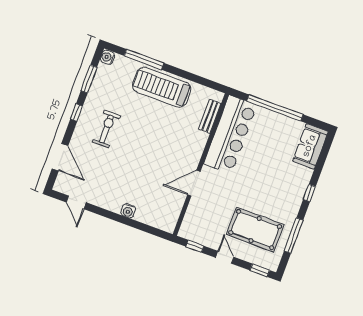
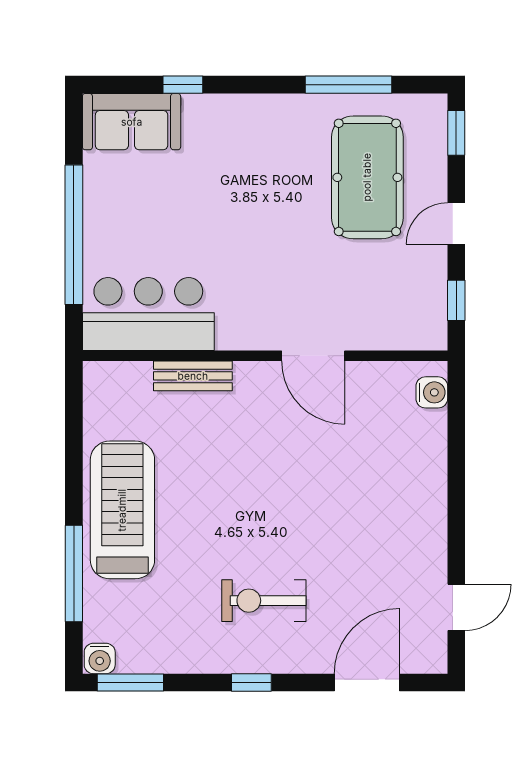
window: (89, 79) -> (130, 682), moved
treadmill: (162, 87) -> (122, 510), turned 180
bench: (210, 116) -> (193, 376), moved
bar counter: (230, 135) -> (148, 314), width x0.73
window: (309, 193) -> (183, 85), moved
water cooler: (128, 211) -> (432, 392), moved

